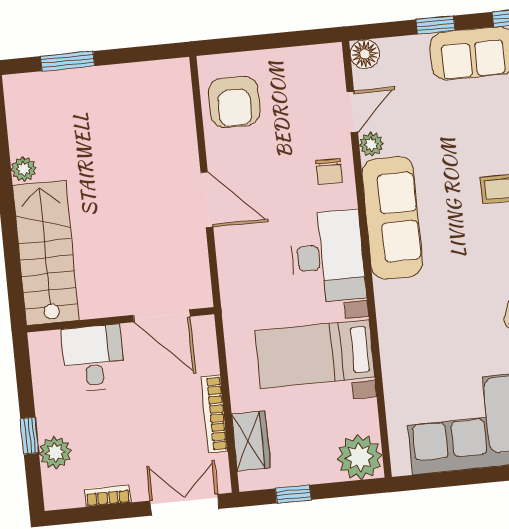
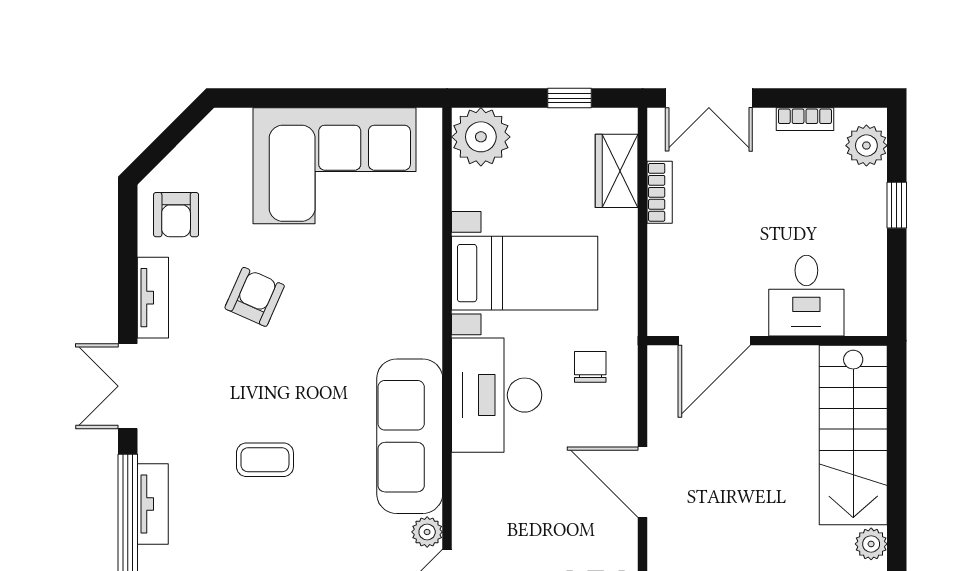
chair: (329, 171) -> (590, 367), moved
door: (162, 316) -> (714, 341), swing flipped
bookcase: (214, 414) -> (660, 192), width x0.64
plant: (55, 452) -> (866, 146), moved

